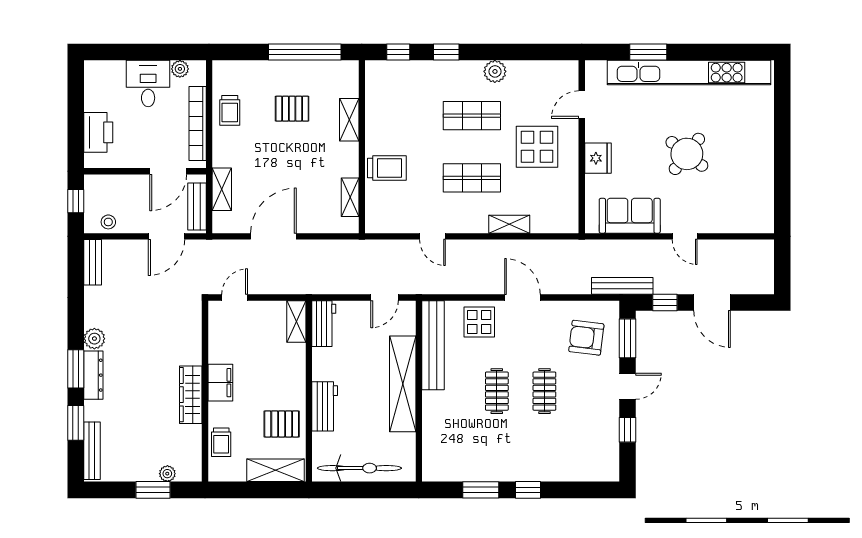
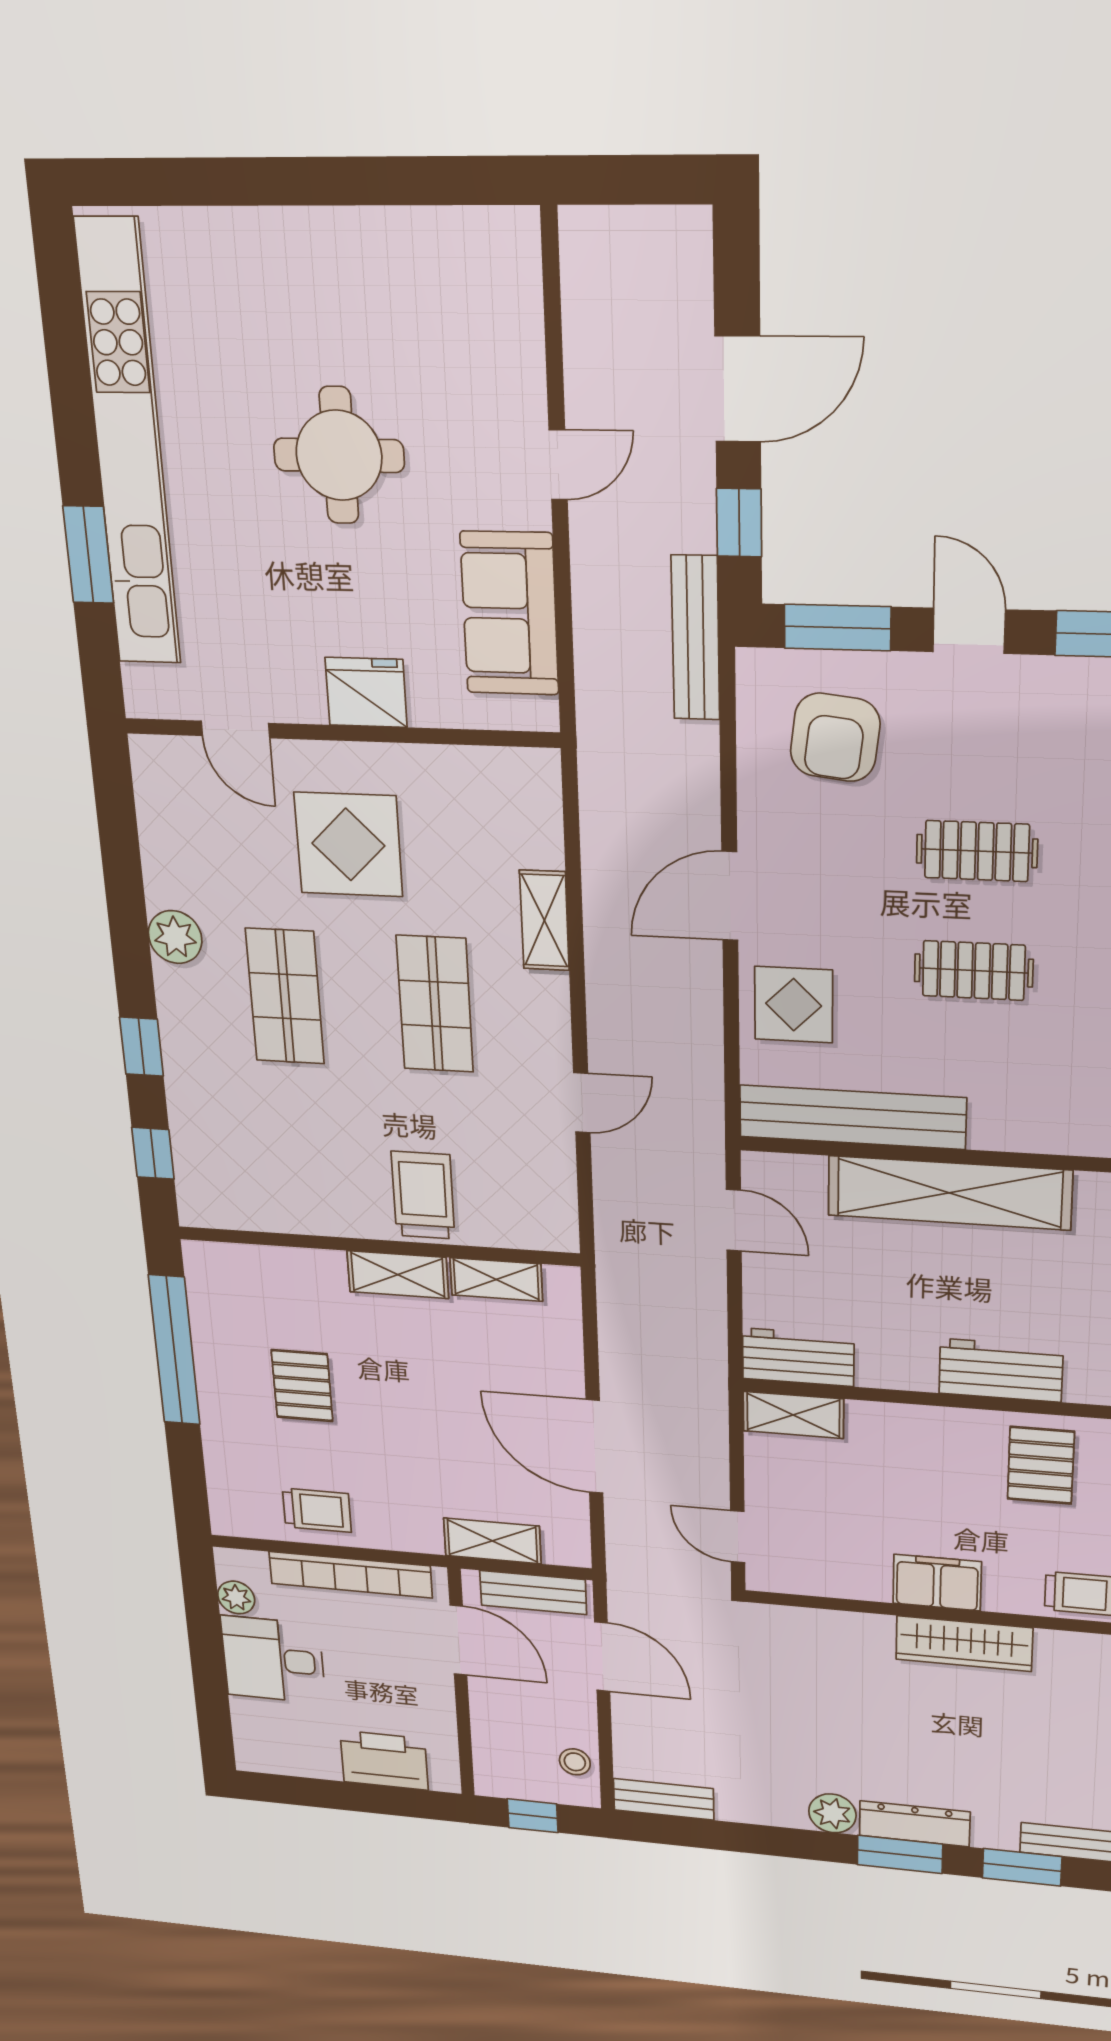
shelving: (349, 120) -> (398, 1275), moved
round table: (687, 154) -> (339, 455), turned -38

